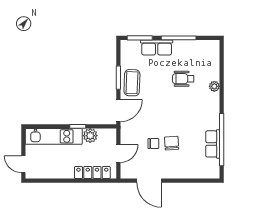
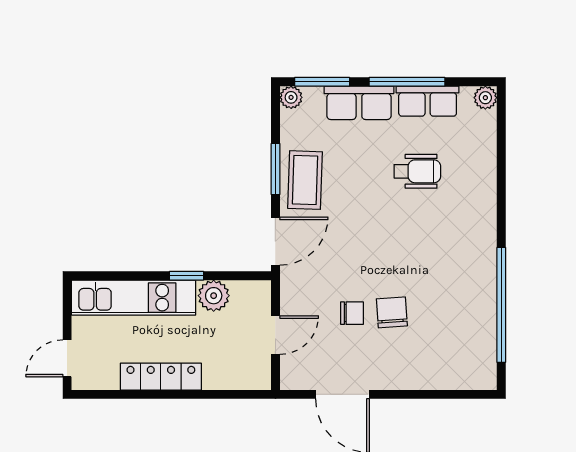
plant: (126, 45) -> (291, 97), added
wheelchair: (183, 79) -> (417, 171), turned 180
plant: (214, 86) -> (485, 98), moved
row of seats: (213, 144) -> (428, 101), moved, turned -90
door: (23, 164) -> (67, 358), hinge flipped
locker: (92, 173) -> (161, 377), moved

